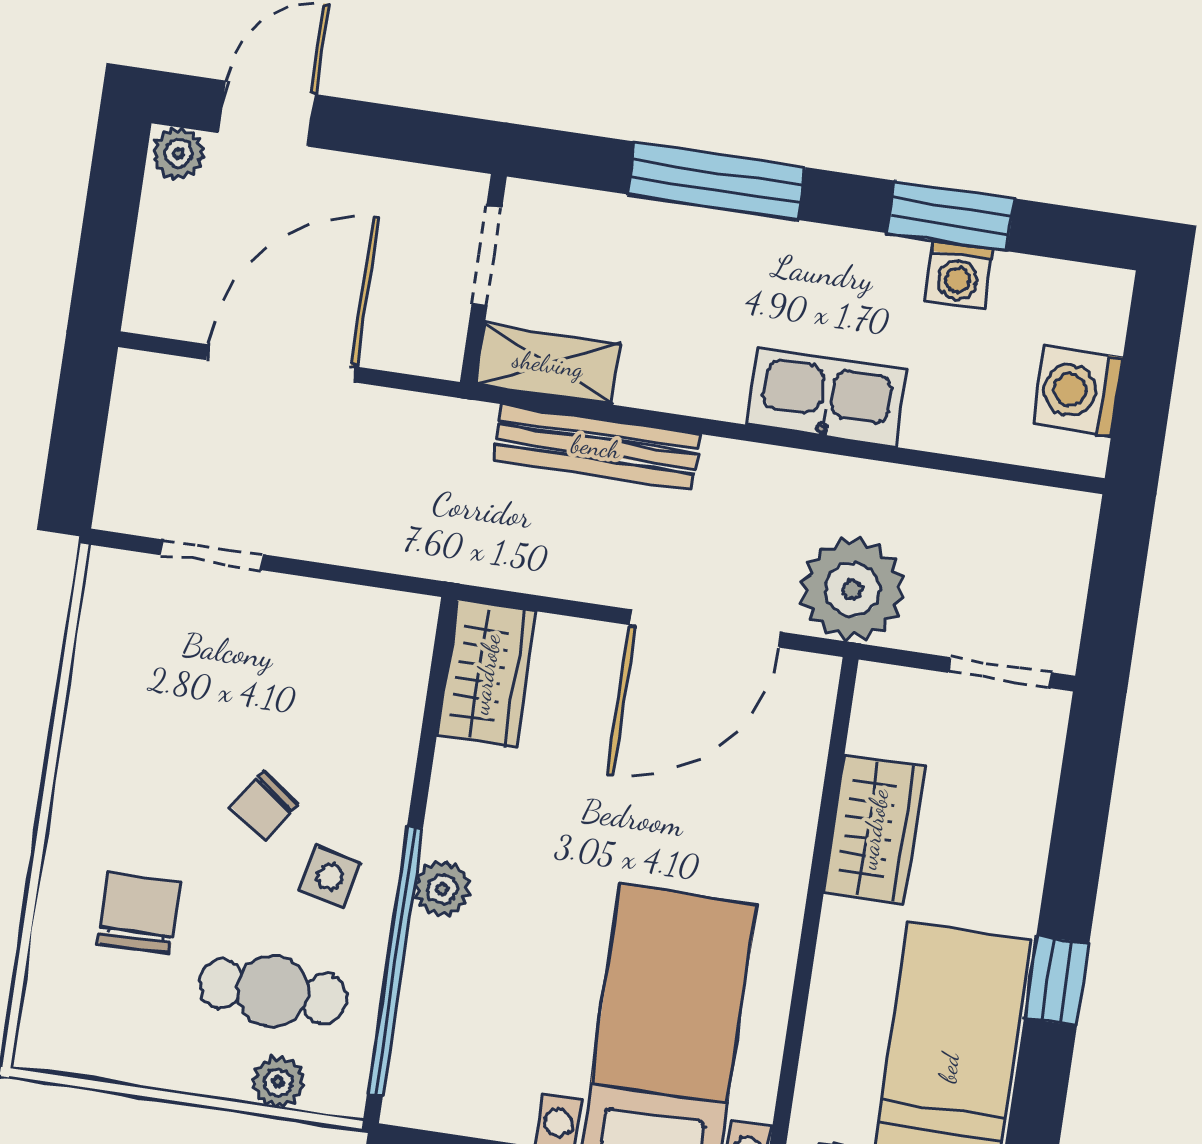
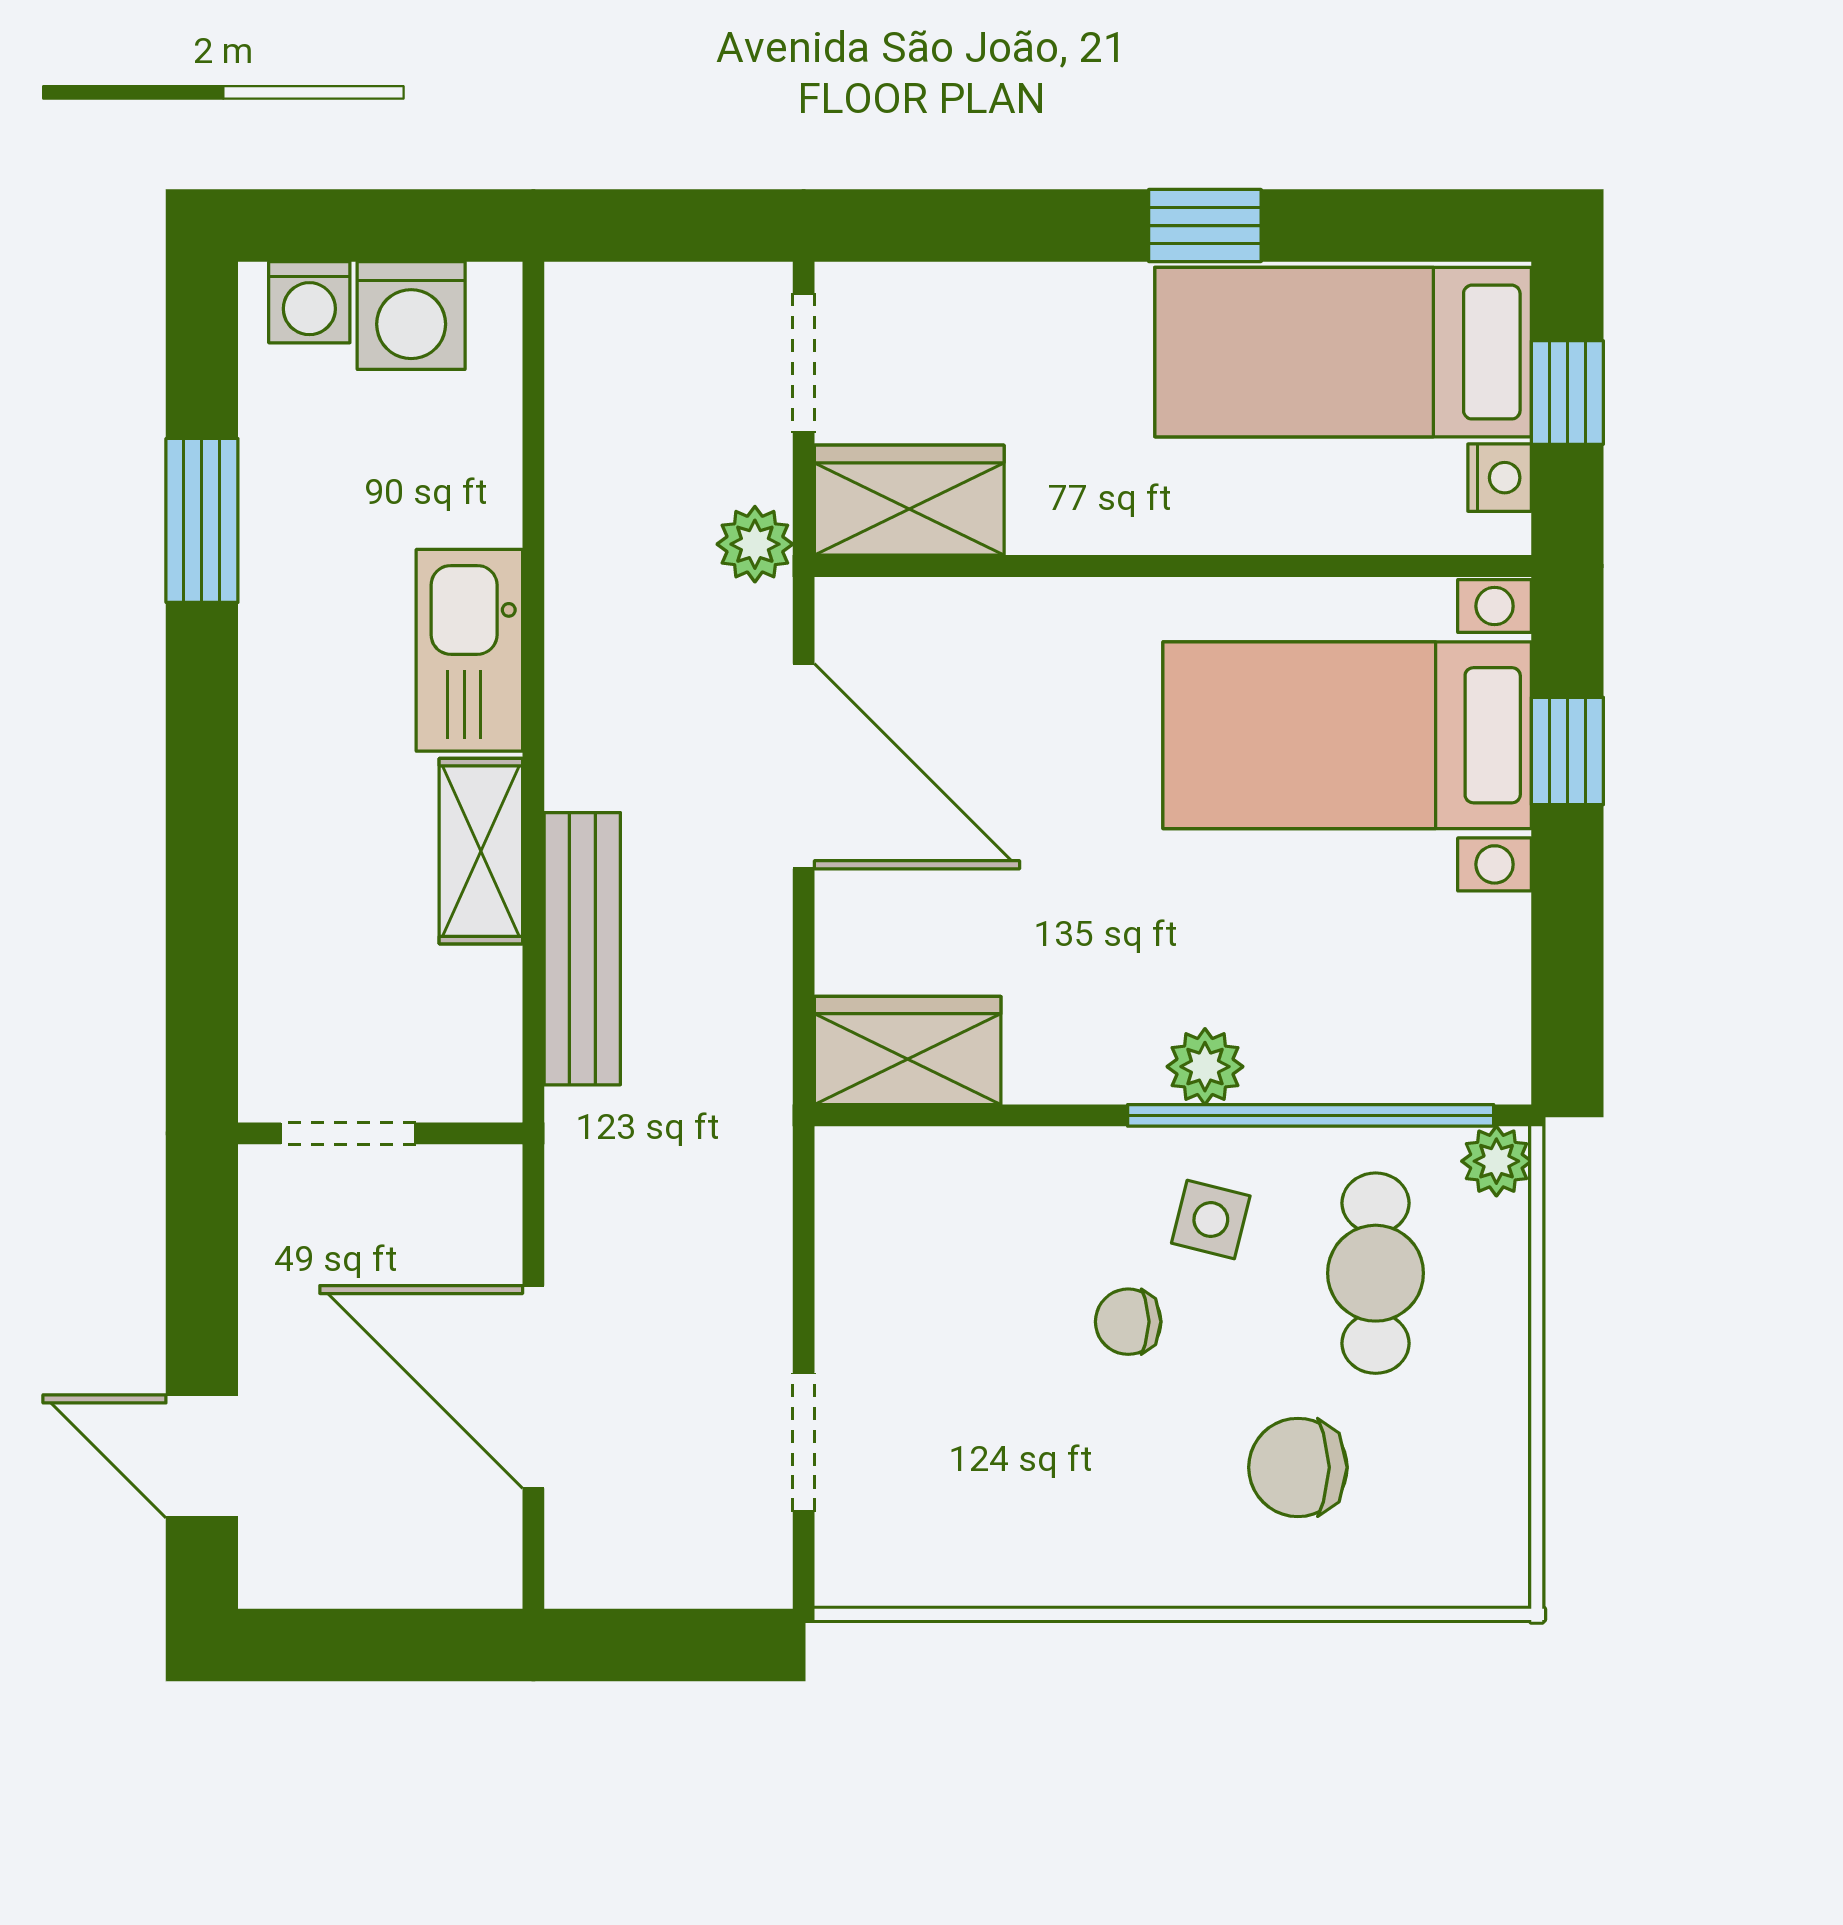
plant: (178, 153) -> (273, 1567), removed
window: (716, 181) -> (202, 841), removed
washing machine: (959, 274) -> (309, 302), moved, turned 90
shelving: (548, 364) -> (481, 851), moved
plant: (852, 589) -> (755, 544), width x0.53, depth x0.53
chair: (264, 805) -> (1128, 1322), turned 145
wardrobe: (874, 829) -> (909, 500), moved
plant: (278, 1082) -> (1496, 1161), moved

